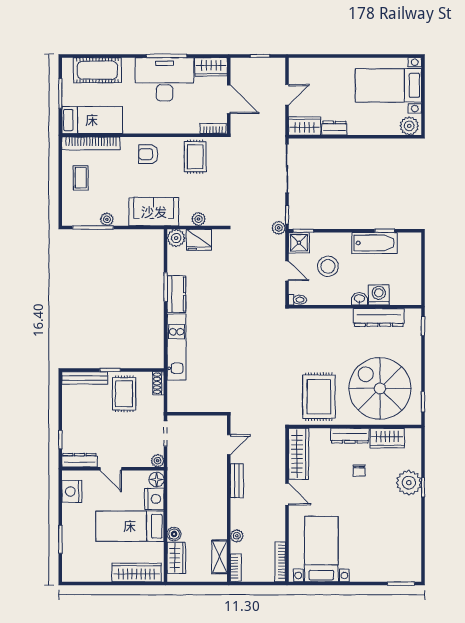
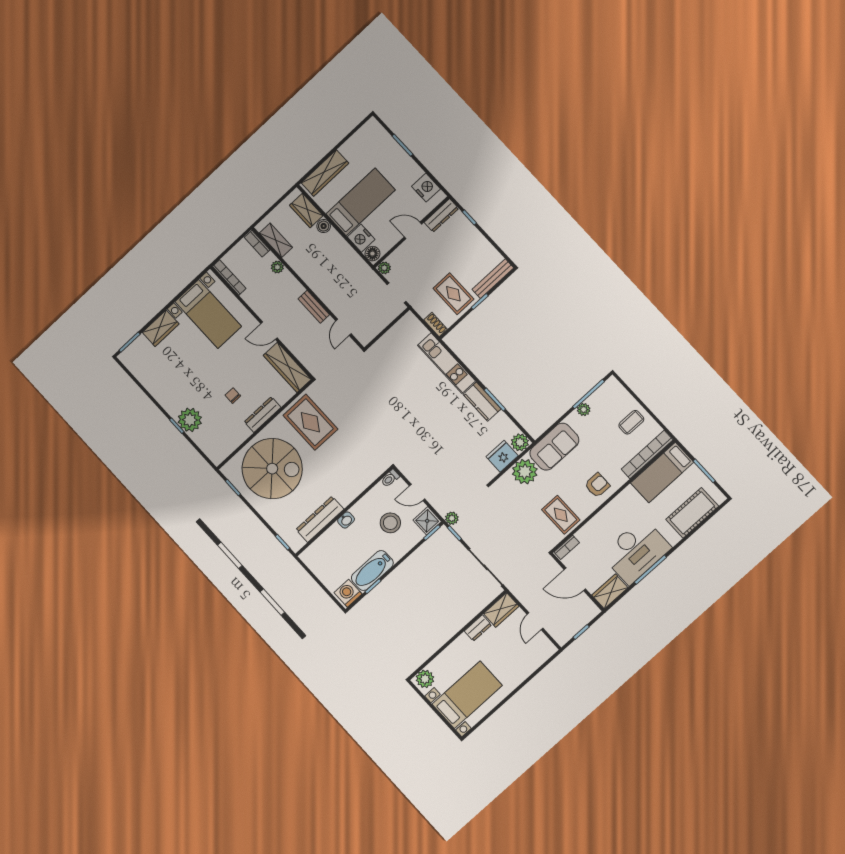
coffee table: (81, 178) -> (631, 422), turned 90
plant: (199, 219) -> (525, 472), width x1.87, depth x1.87
washing machine: (379, 295) -> (348, 593), moved, turned 180
wardrobe: (387, 438) -> (161, 328), moved, turned 180

